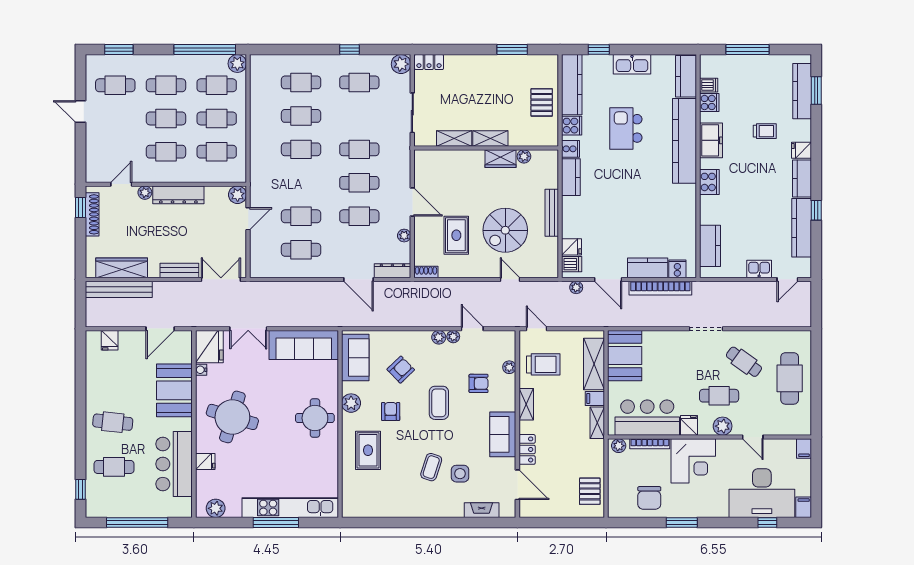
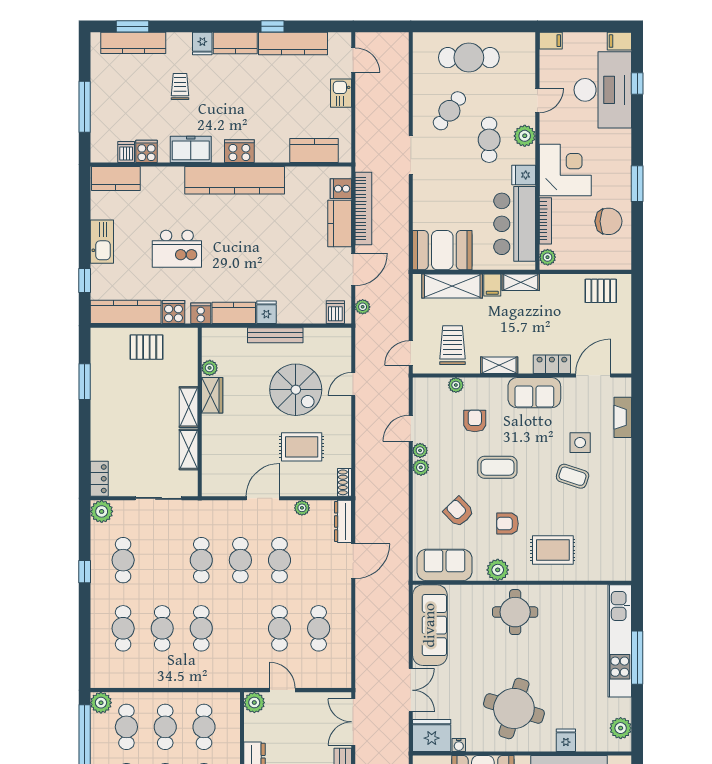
kitchen counter: (684, 141) -> (235, 180), moved
fridge: (572, 247) -> (266, 312), moved

